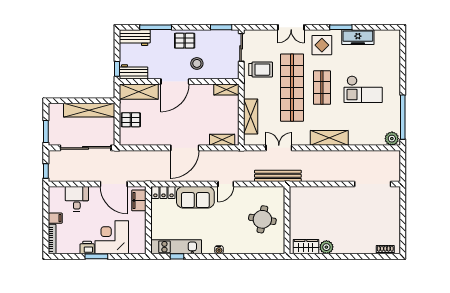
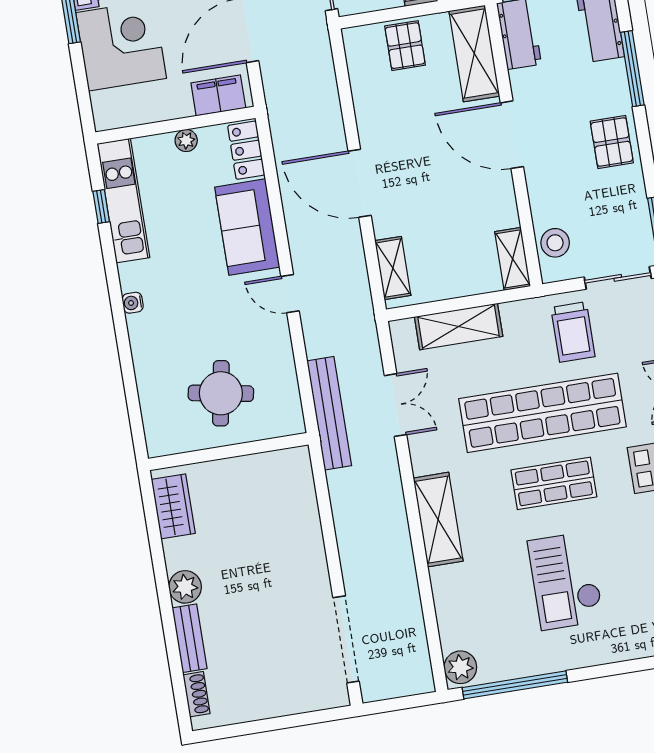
stool: (197, 63) -> (555, 243), moved
plant: (155, 217) -> (186, 140), added
plant: (326, 247) -> (185, 587), moved
bench: (362, 249) -> (190, 638), added

